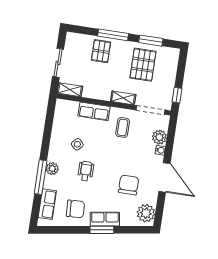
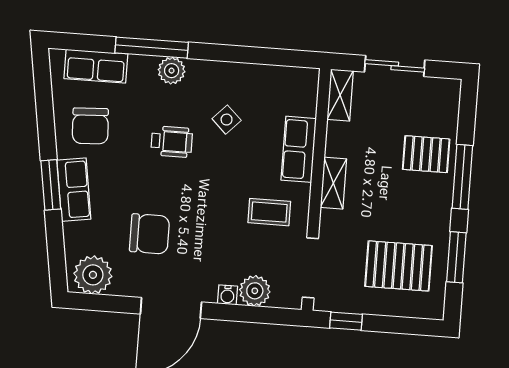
pallet: (143, 65) -> (399, 266), moved
shelving: (123, 98) -> (333, 183), moved

